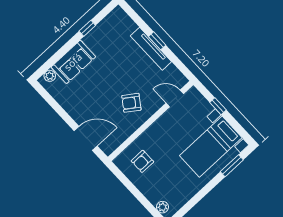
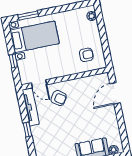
tv unit: (151, 49) -> (31, 107), moved
armchair: (131, 103) -> (59, 98), moved
door: (86, 138) -> (115, 93), hinge flipped

